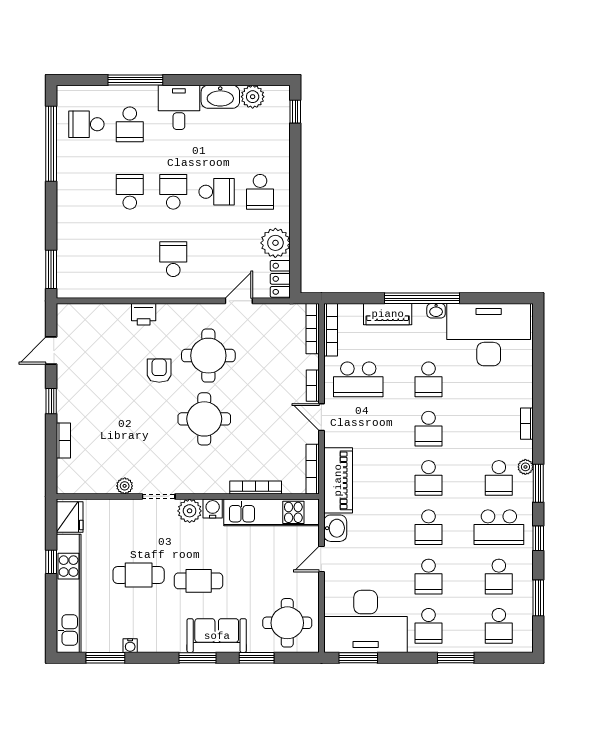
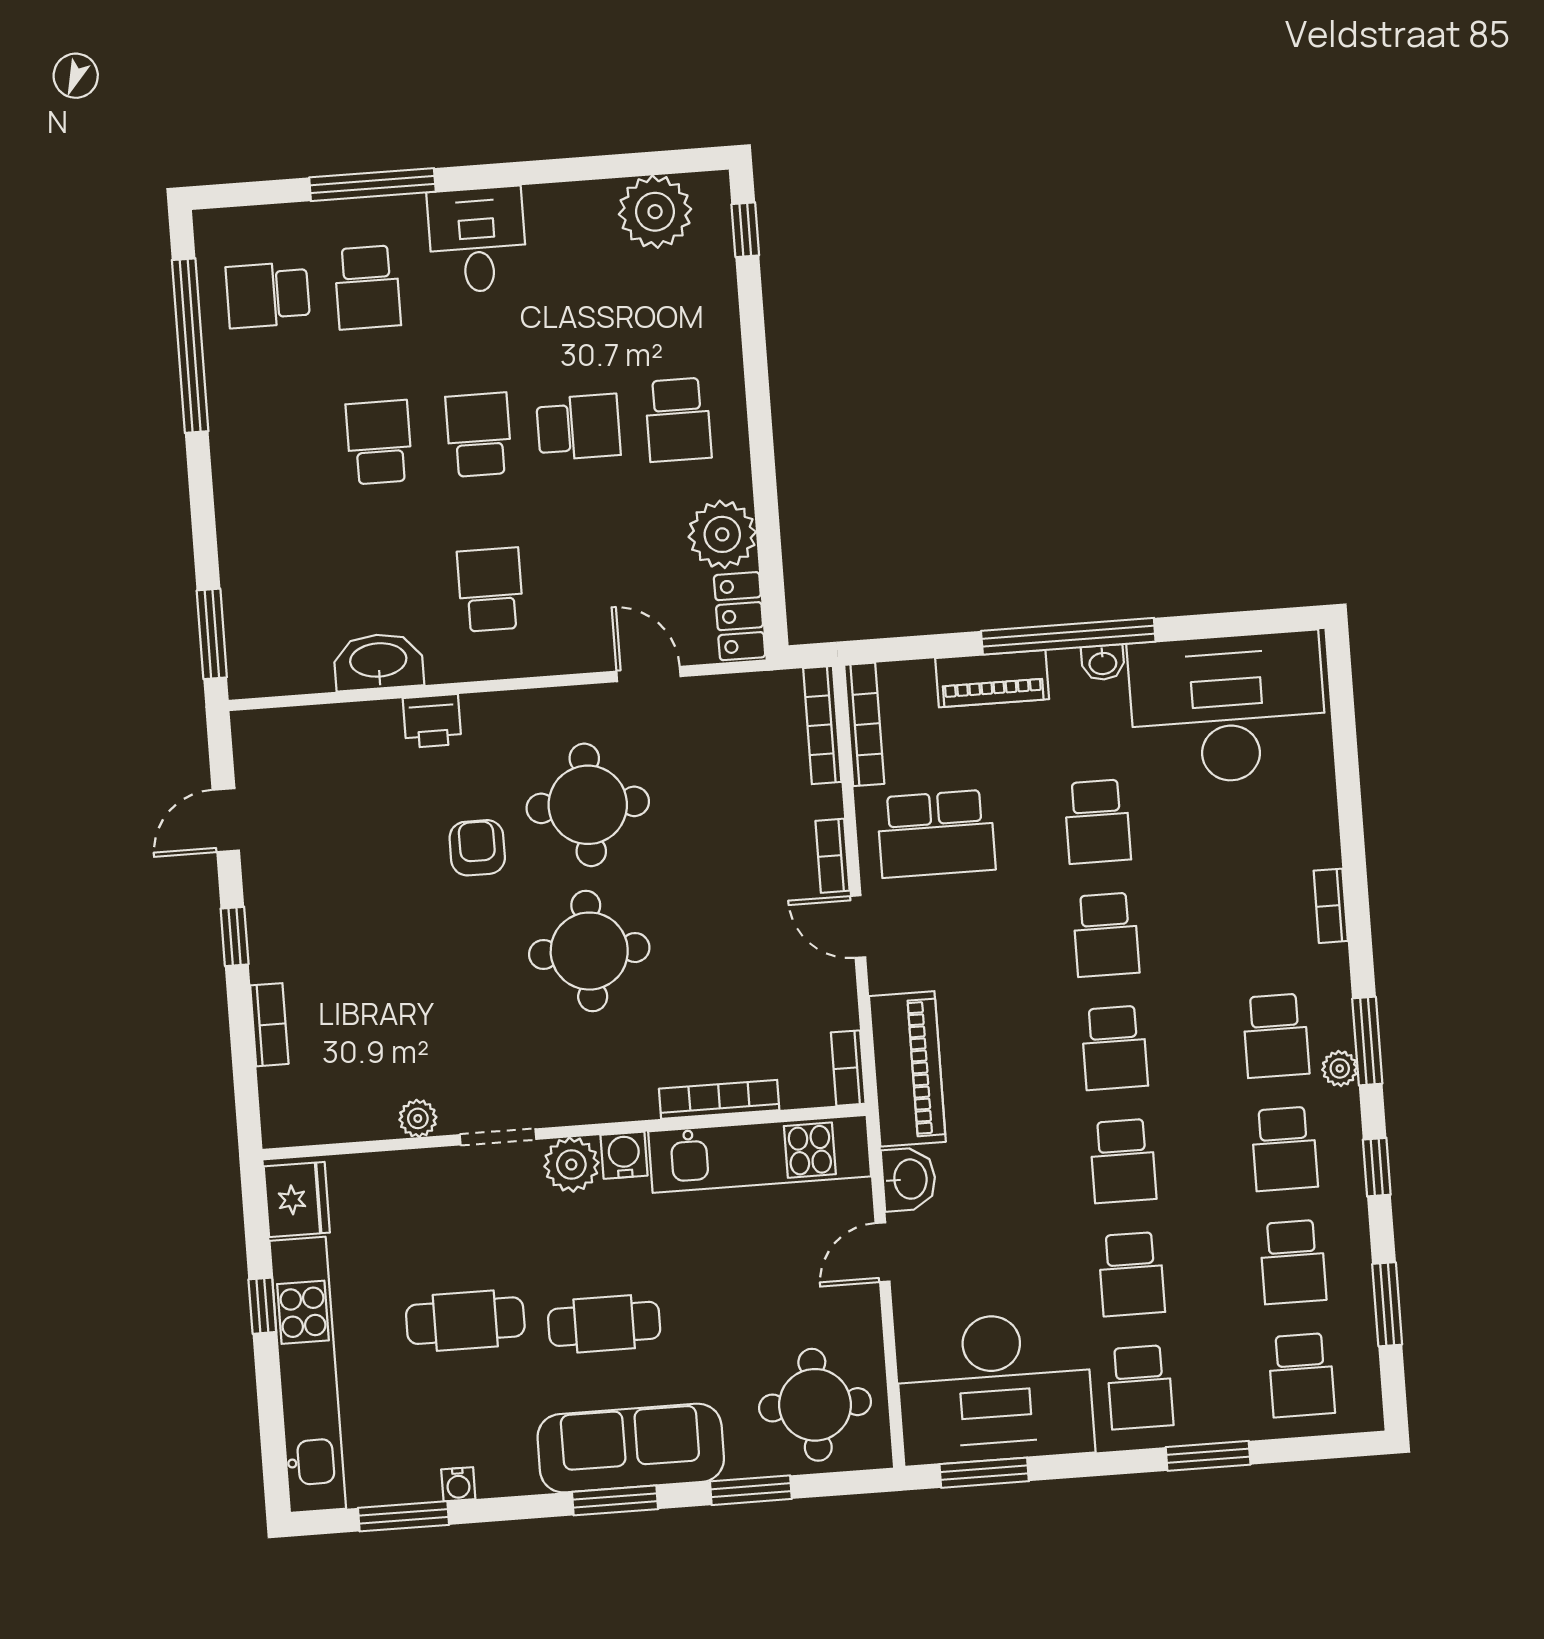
washbasin: (220, 97) -> (378, 662), moved, turned 180
plant: (253, 97) -> (655, 212), width x1.36, depth x1.36
door: (239, 301) -> (648, 674), hinge flipped
plant: (525, 467) -> (1340, 1068), moved
bookcase: (313, 469) -> (848, 1068), width x0.64
school desk: (499, 527) -> (1284, 1149), width x0.54
sofa: (217, 636) -> (631, 1448), width x1.36

